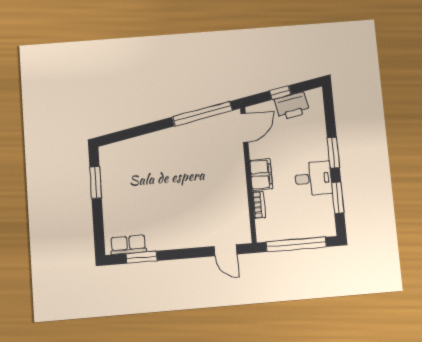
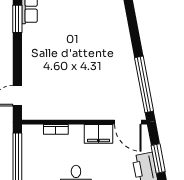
window: (280, 93) -> (158, 159), width x1.50
filing cabinet: (261, 174) -> (98, 134), moved

